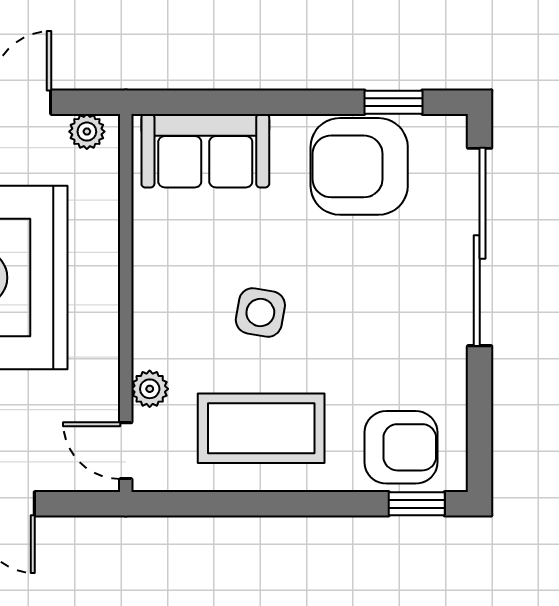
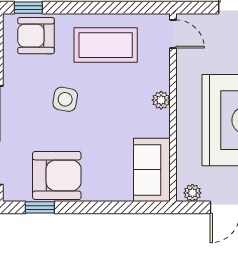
sofa: (205, 151) -> (152, 170), moved, turned -90
side table: (260, 312) -> (65, 99), moved
plant: (150, 389) -> (161, 100), moved

